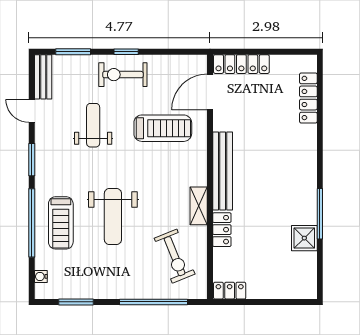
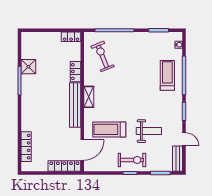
weight bench: (93, 125) -> (149, 131), turned -90
shelving: (199, 206) -> (89, 97), moved
weight bench: (113, 217) -> (138, 79), removed

